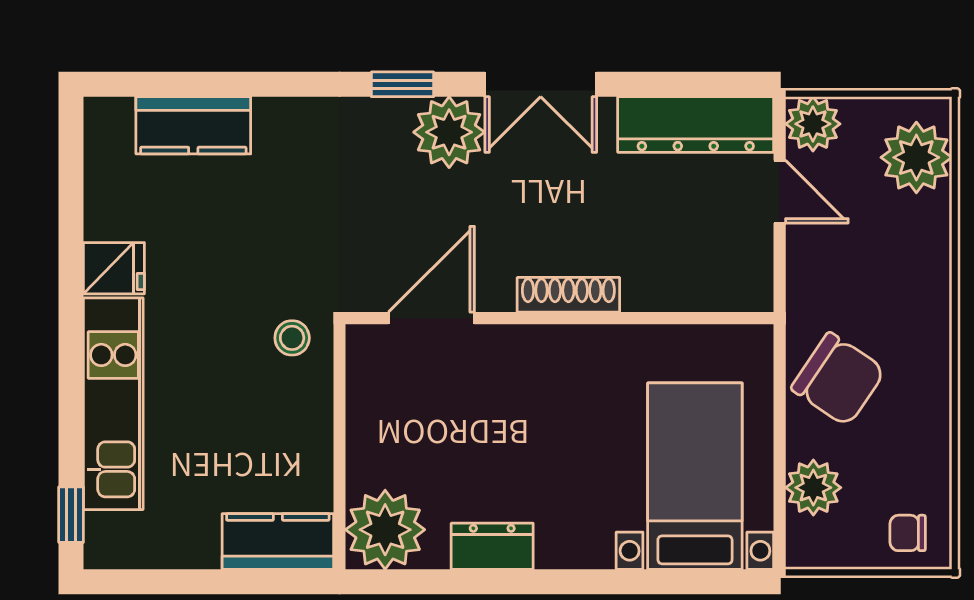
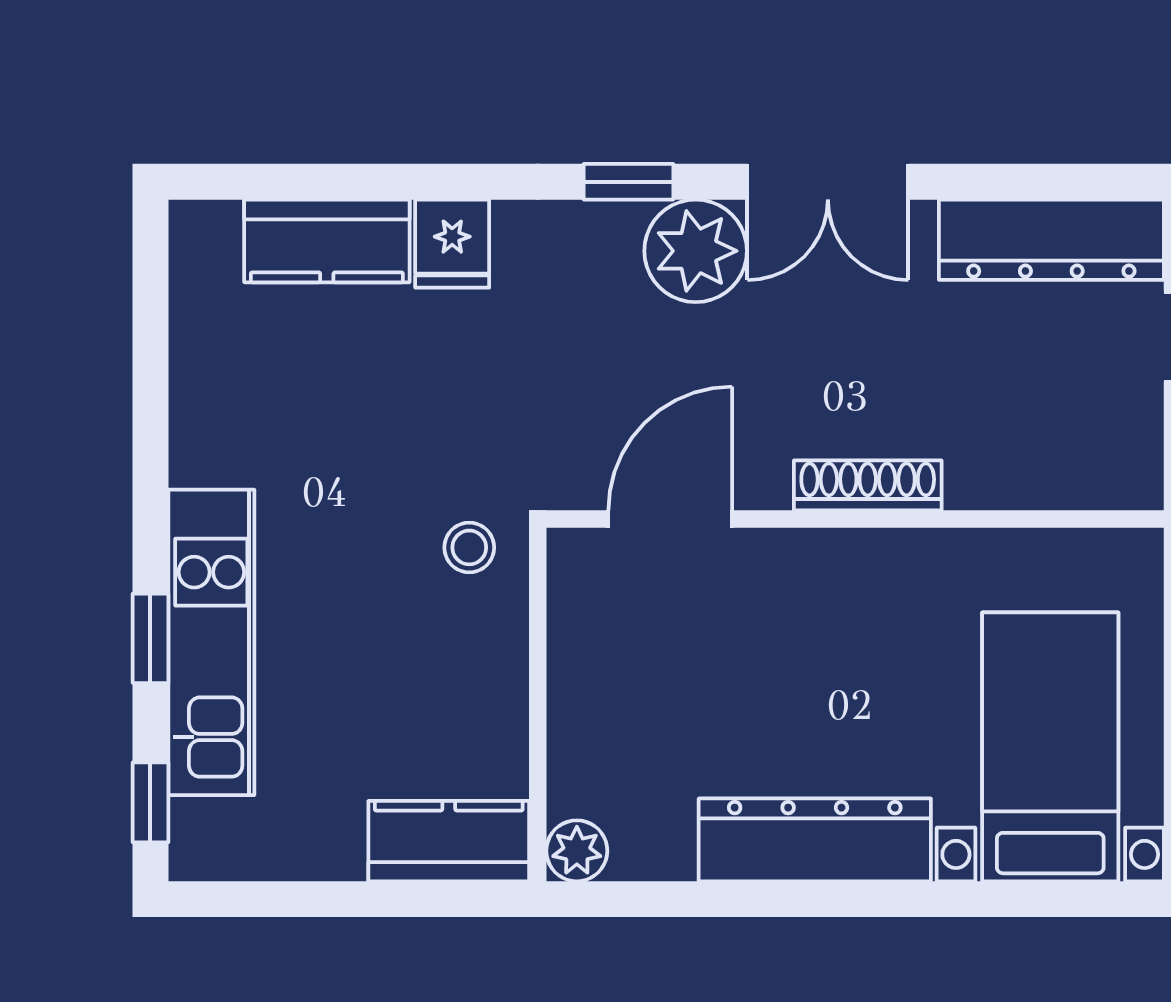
fridge: (114, 268) -> (452, 244), moved, turned 90
window: (71, 401) -> (150, 638), added
plant: (385, 530) -> (577, 851), width x0.53, depth x0.53
dresser: (492, 546) -> (815, 840), width x1.96, depth x1.24

